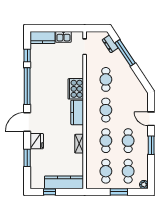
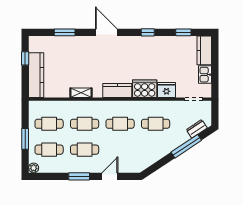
window: (27, 86) -> (148, 32), width x0.32
fridge: (37, 141) -> (167, 90), moved, turned 180

